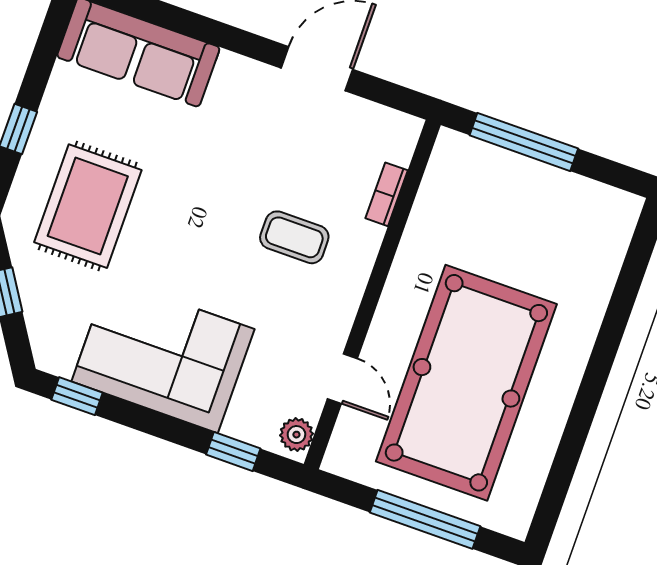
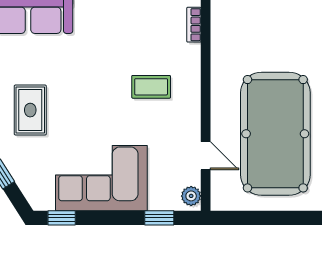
bookcase: (387, 194) -> (194, 25), moved
rug: (88, 206) -> (30, 110), width x0.73, depth x0.70
window: (425, 519) -> (279, 218), removed

